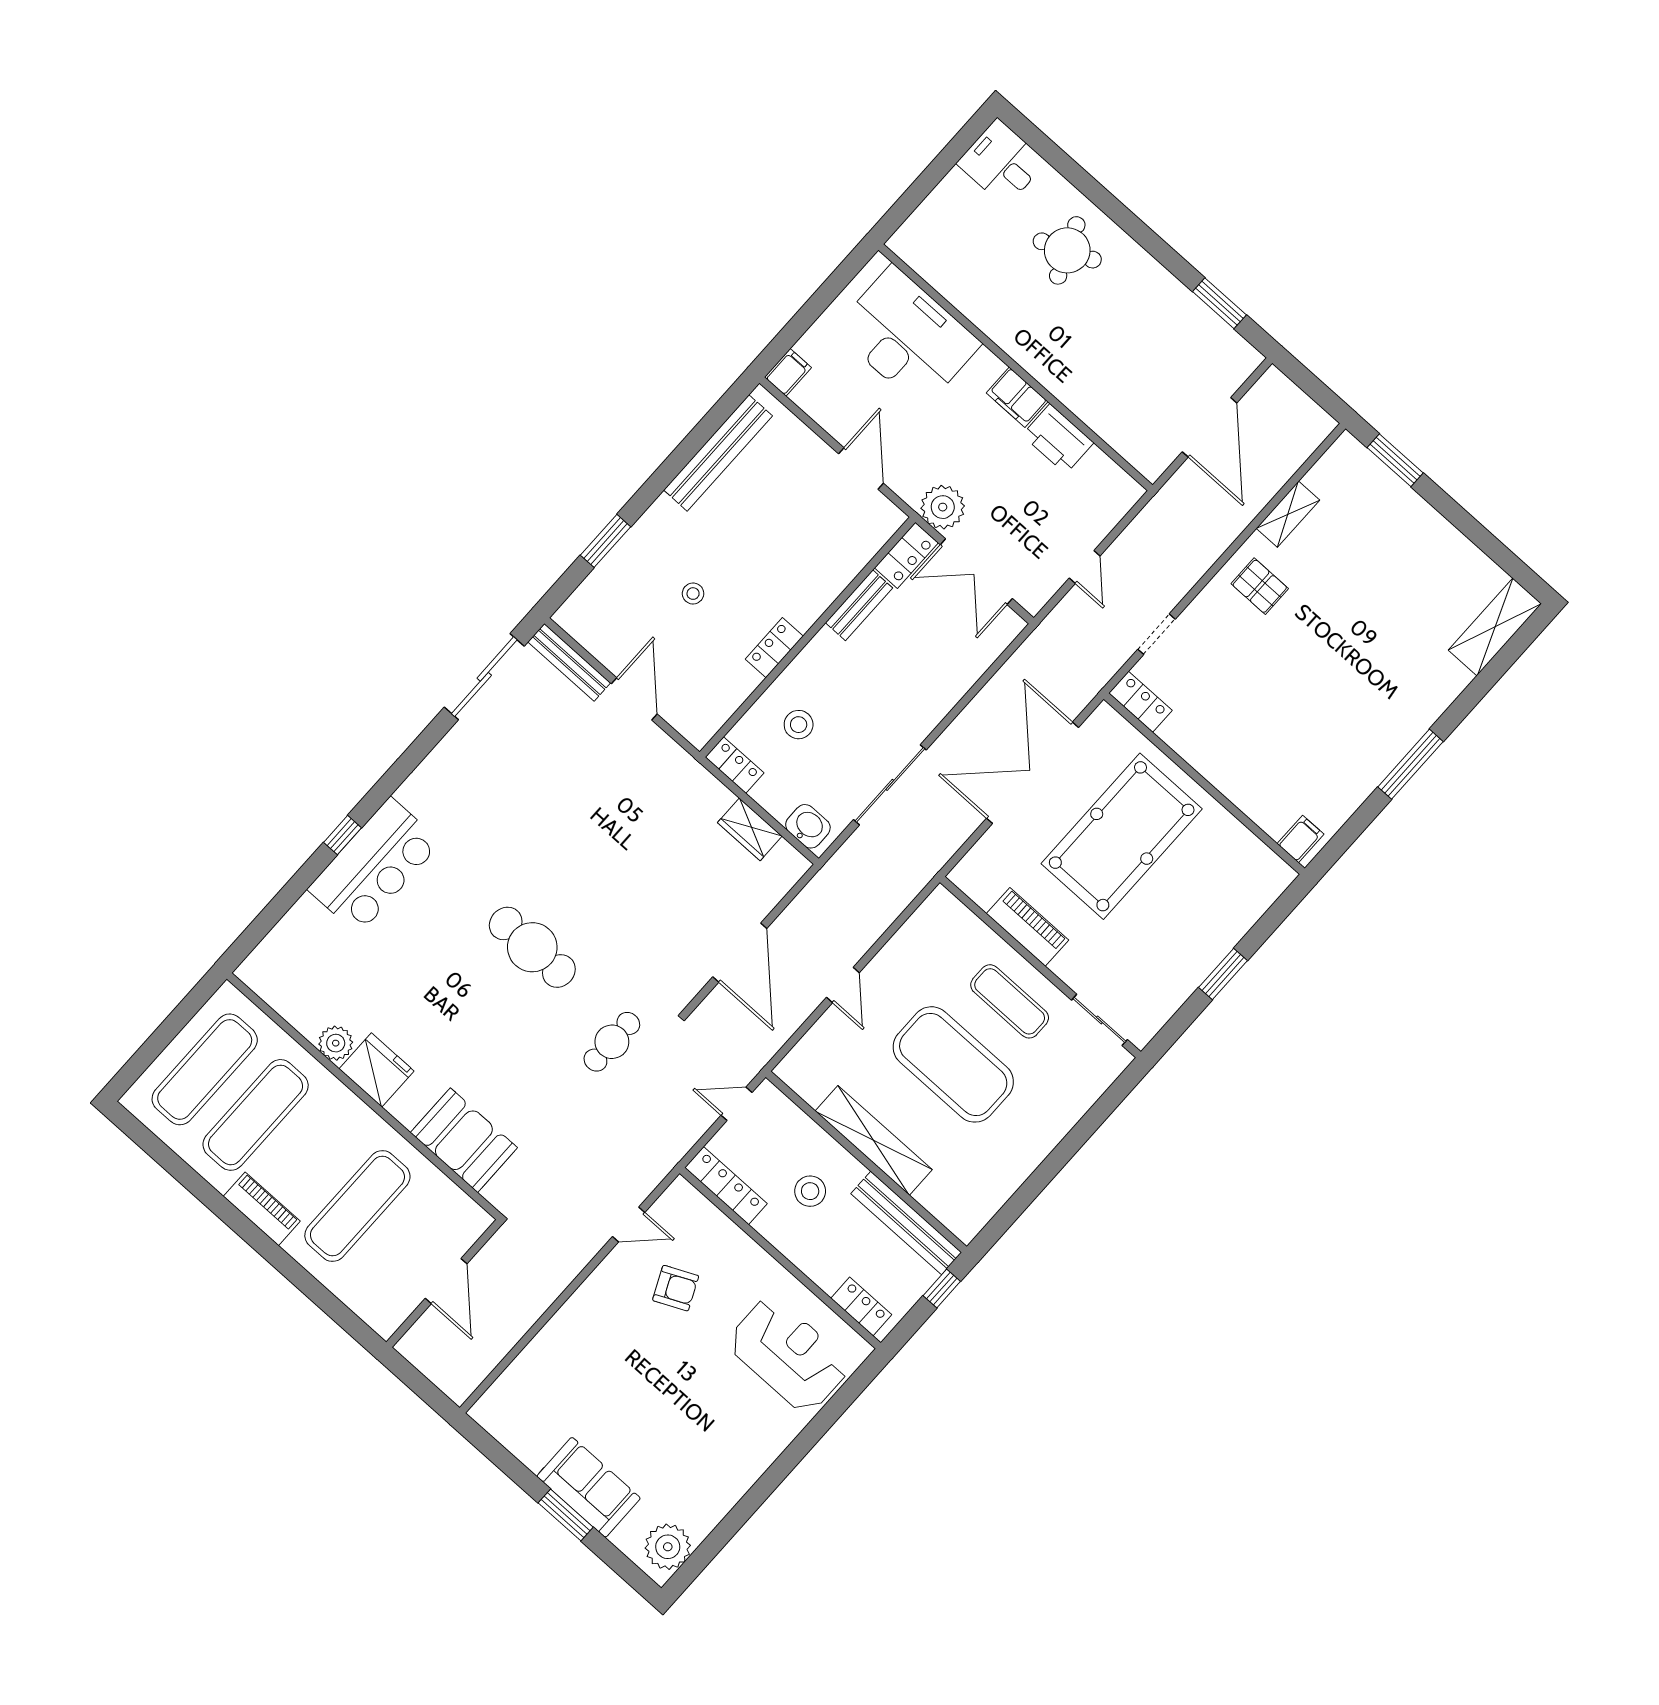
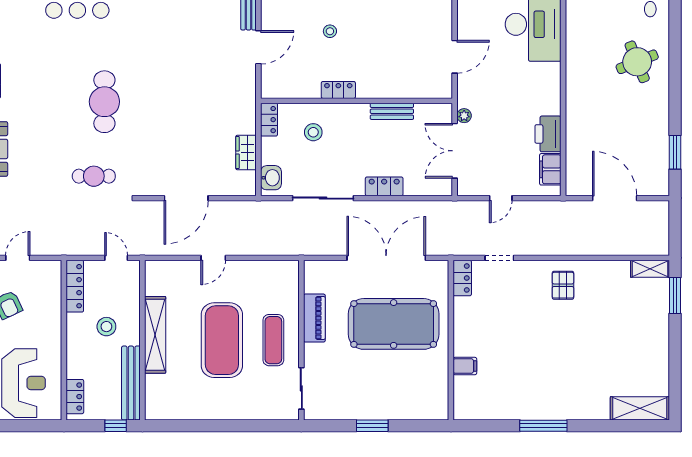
filing cabinet: (1017, 397) -> (550, 169), moved
door: (1209, 427) -> (615, 198), swing flipped
plant: (943, 507) -> (464, 116), width x0.53, depth x0.53
shelving: (1288, 514) -> (650, 269), moved
locker: (906, 555) -> (384, 186), moved, turned 180
filing cabinet: (1300, 839) -> (465, 366), moved
door: (629, 1224) -> (18, 258), swing flipped

